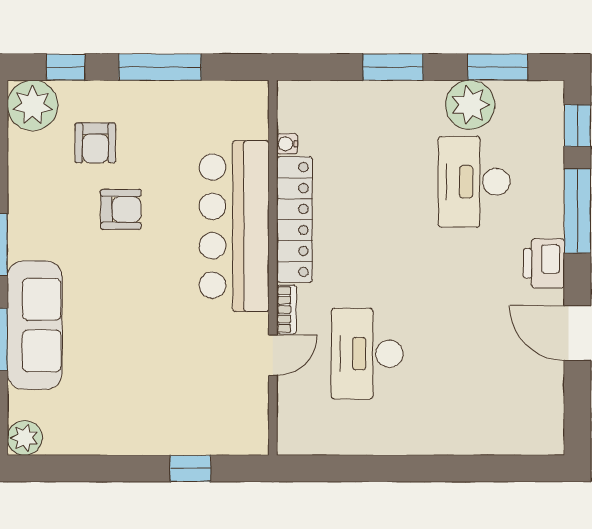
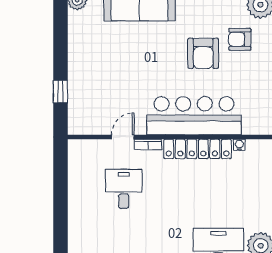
armchair: (121, 209) -> (203, 53), width x1.38, depth x1.38
desk: (367, 354) -> (124, 189), width x0.73
door: (273, 355) -> (123, 137), swing flipped

